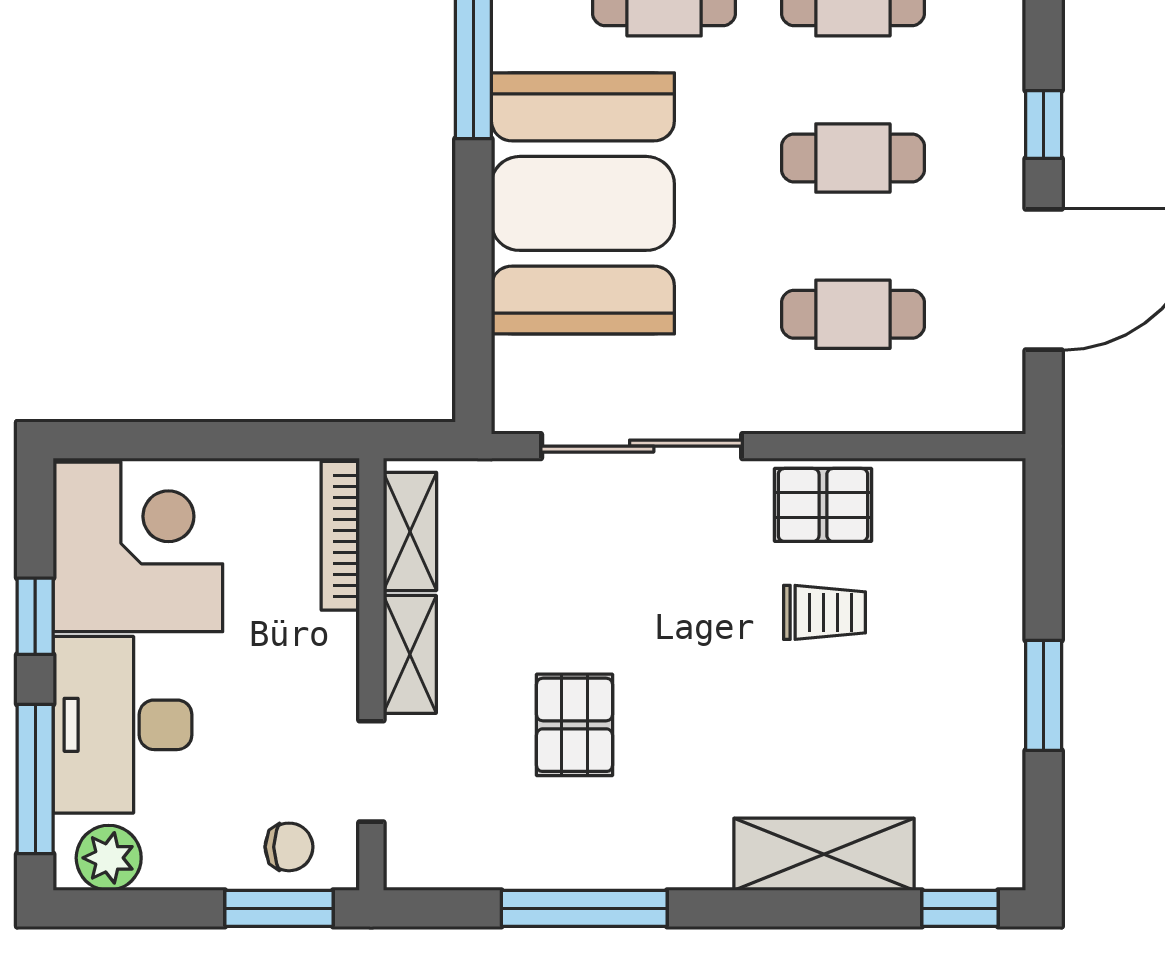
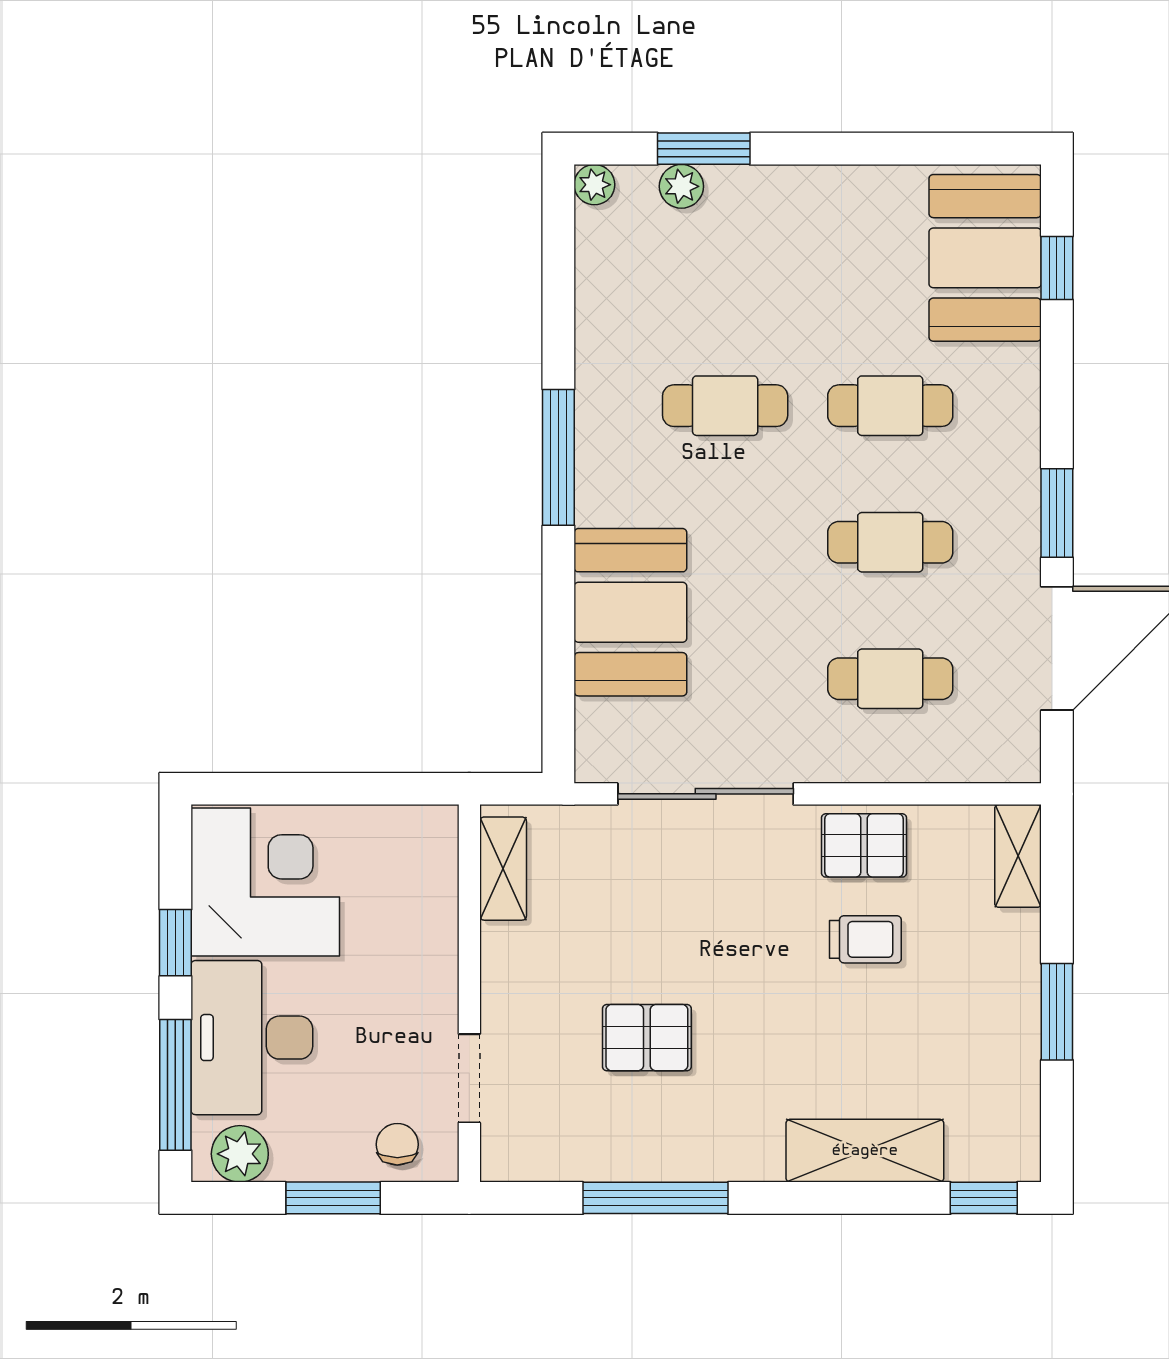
window: (1044, 125) -> (1057, 513), width x1.50
booth: (583, 203) -> (630, 612), width x0.73, depth x0.70
bookcase: (340, 536) -> (442, 872), removed
shelving: (410, 654) -> (1018, 856), moved
pallet: (575, 725) -> (647, 1038), turned 90
chair: (289, 847) -> (397, 1144), turned -90
window: (279, 908) -> (333, 1198), moved

